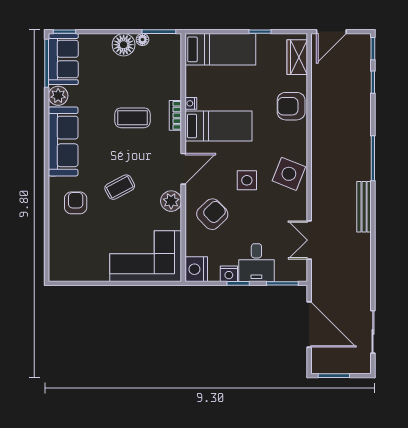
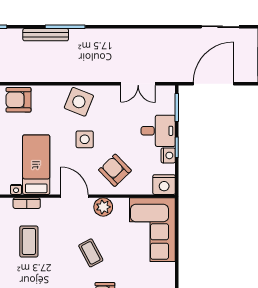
armchair: (291, 106) -> (19, 100), turned 90
bench: (364, 207) -> (46, 35), moved

